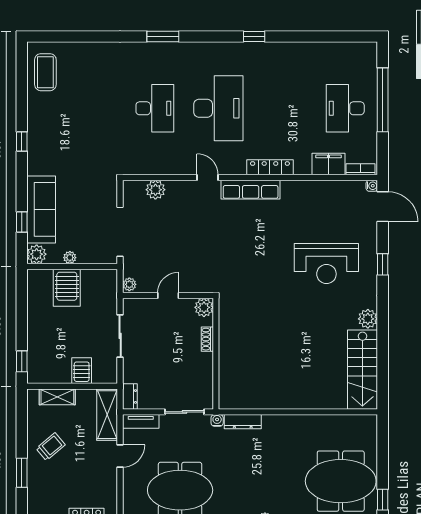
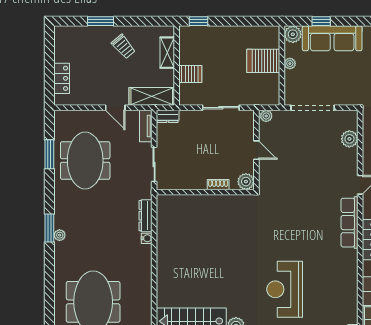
water cooler: (217, 420) -> (147, 238), moved

